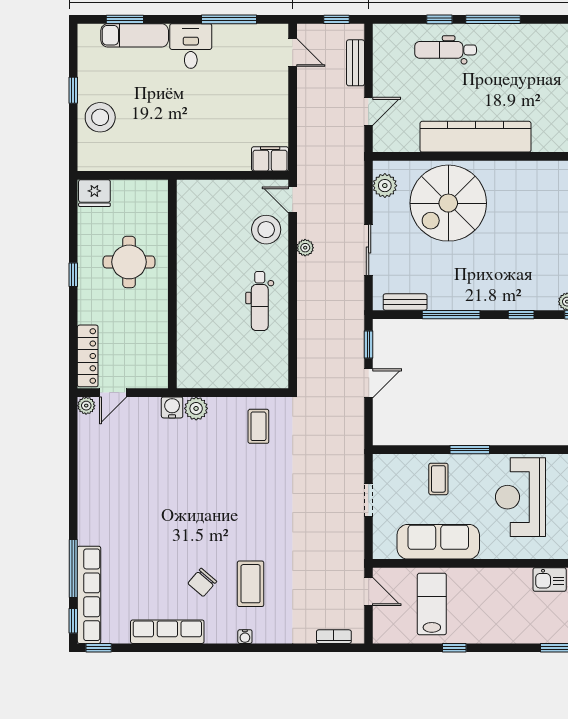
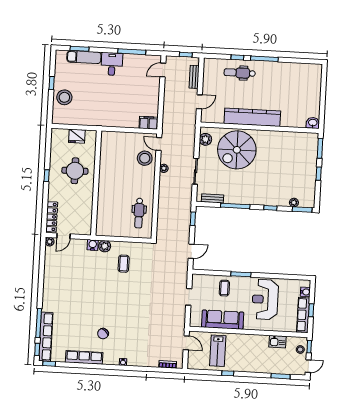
door: (293, 52) -> (163, 70), swing flipped
fridge: (94, 193) -> (77, 136), moved
dental chair: (260, 301) -> (139, 213), moved
door: (369, 383) -> (191, 251), moved
coffee table: (258, 426) -> (124, 264), moved
coffee table: (251, 584) -> (127, 336), removed
lab bench: (432, 604) -> (218, 351), turned 180

